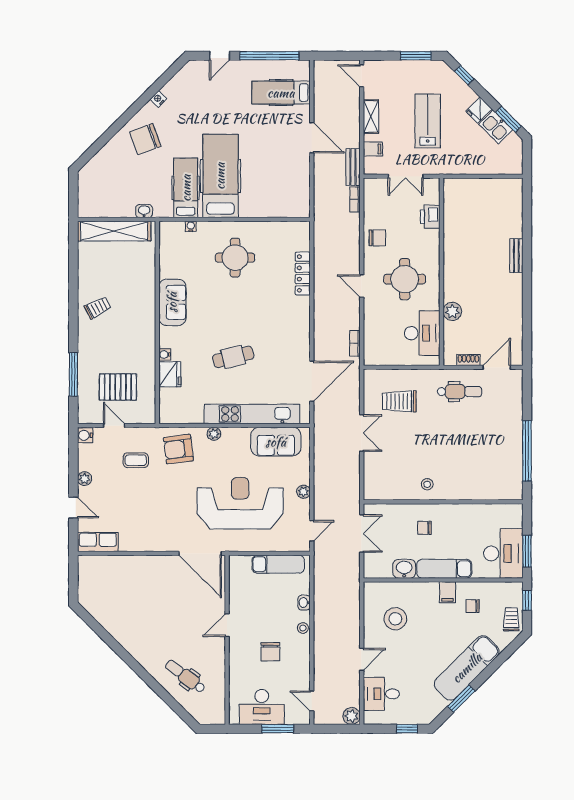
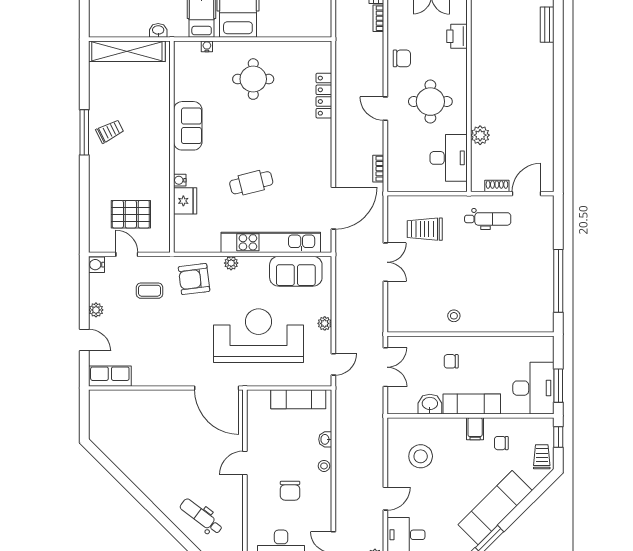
bench: (516, 256) -> (547, 25), moved
window: (73, 374) -> (84, 132), moved

